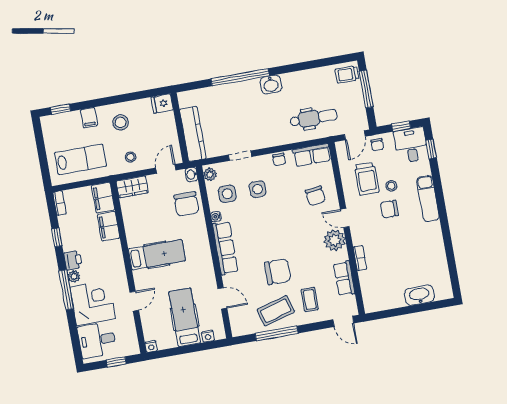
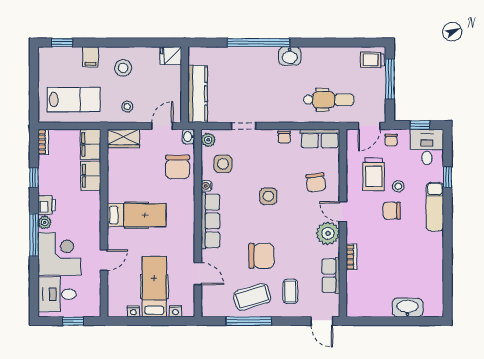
window: (431, 149) -> (447, 177), moved
side table: (258, 189) -> (268, 196), moved
nightstand: (151, 346) -> (133, 311), moved

